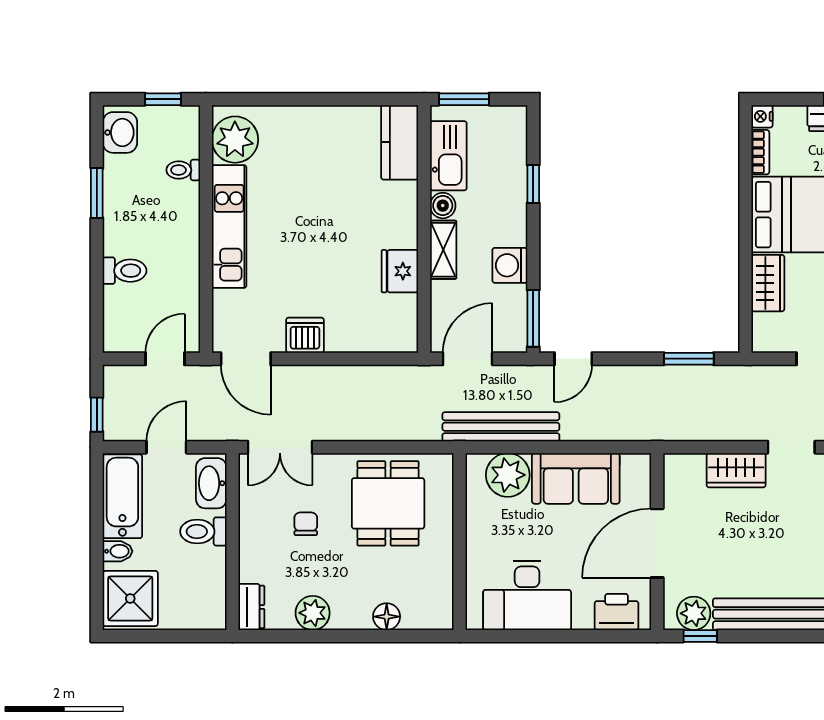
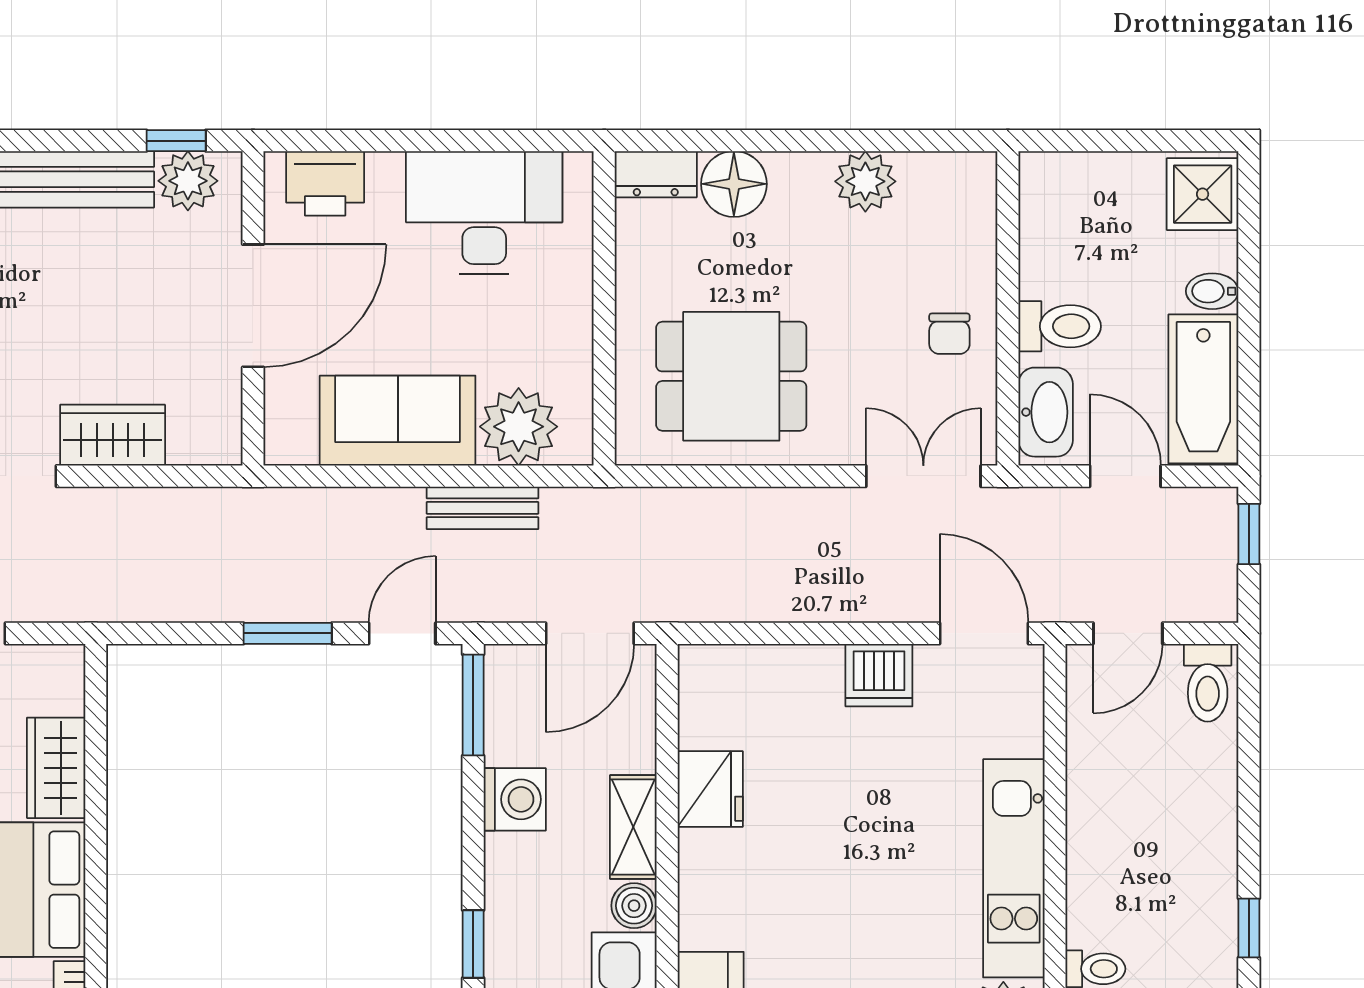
window: (97, 193) -> (1249, 928), width x0.67
toilet: (125, 271) -> (1208, 683), moved, turned -90
window: (689, 359) -> (288, 633), moved
bench: (501, 427) -> (482, 508), width x0.54, depth x0.82
door: (166, 447) -> (1125, 476), swing flipped
dining table: (388, 503) -> (731, 376), turned 90
chair: (306, 524) -> (949, 334), moved
shower: (130, 598) -> (1203, 194), width x0.73, depth x0.73
dresser: (251, 607) -> (656, 174), moved, turned -90
floor lamp: (387, 617) -> (734, 184), width x1.38, depth x1.38

